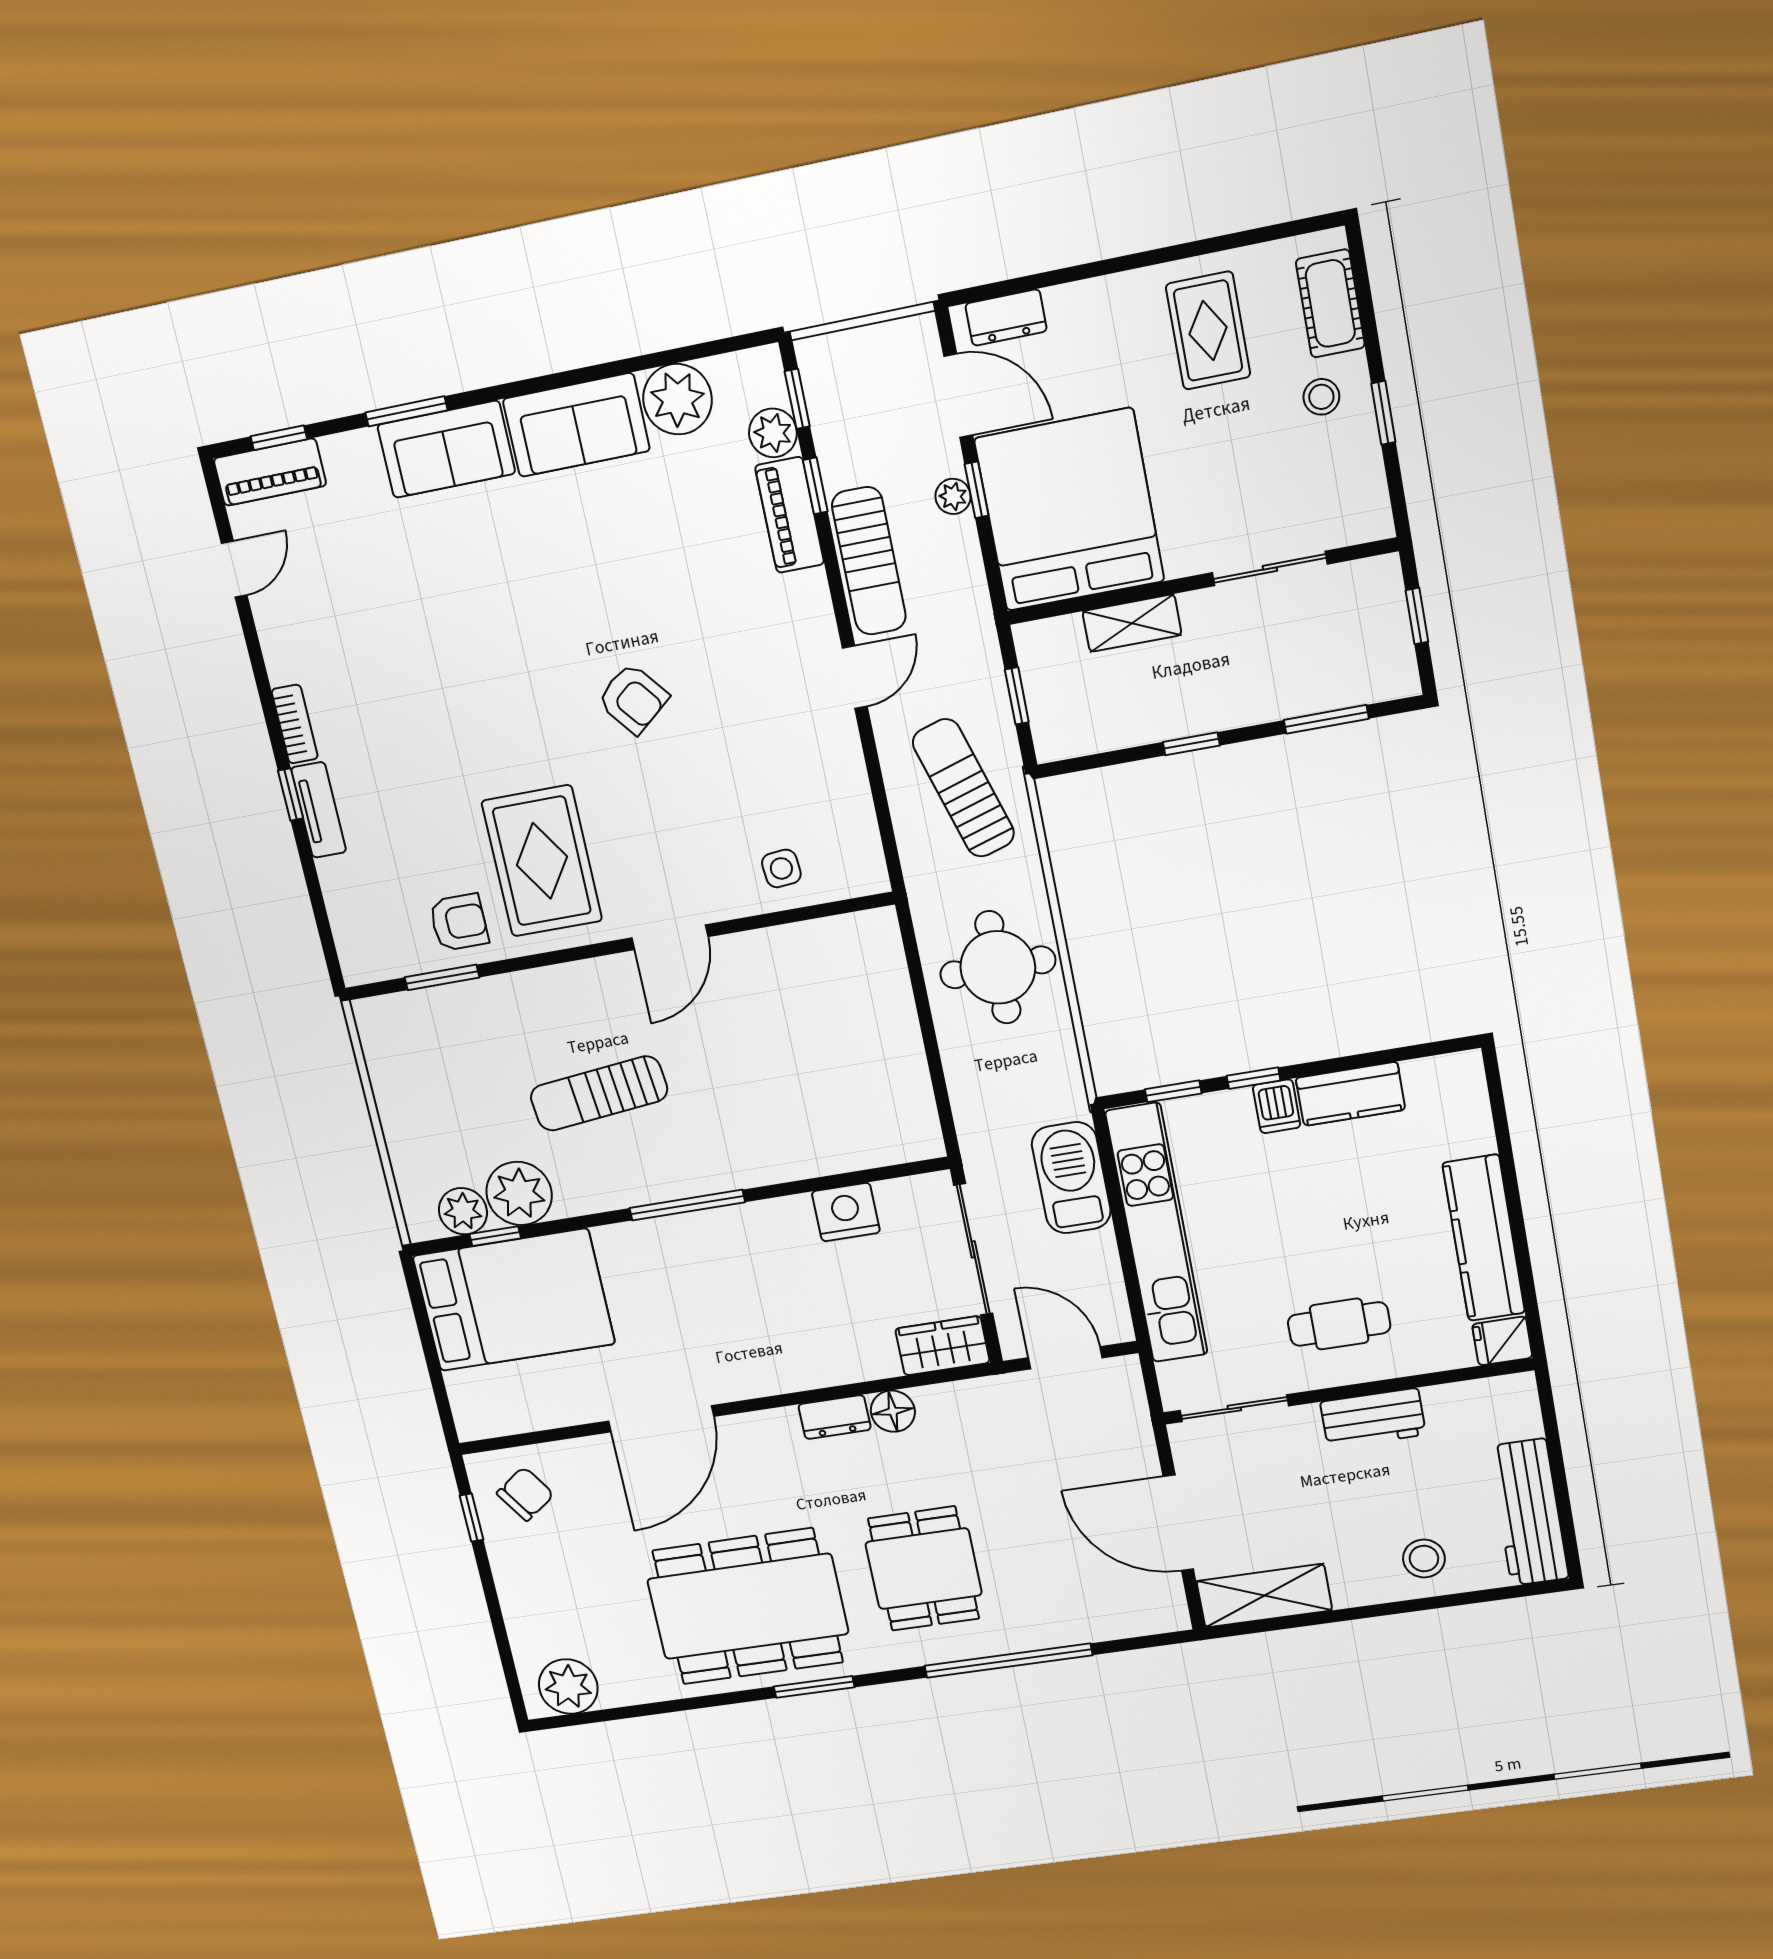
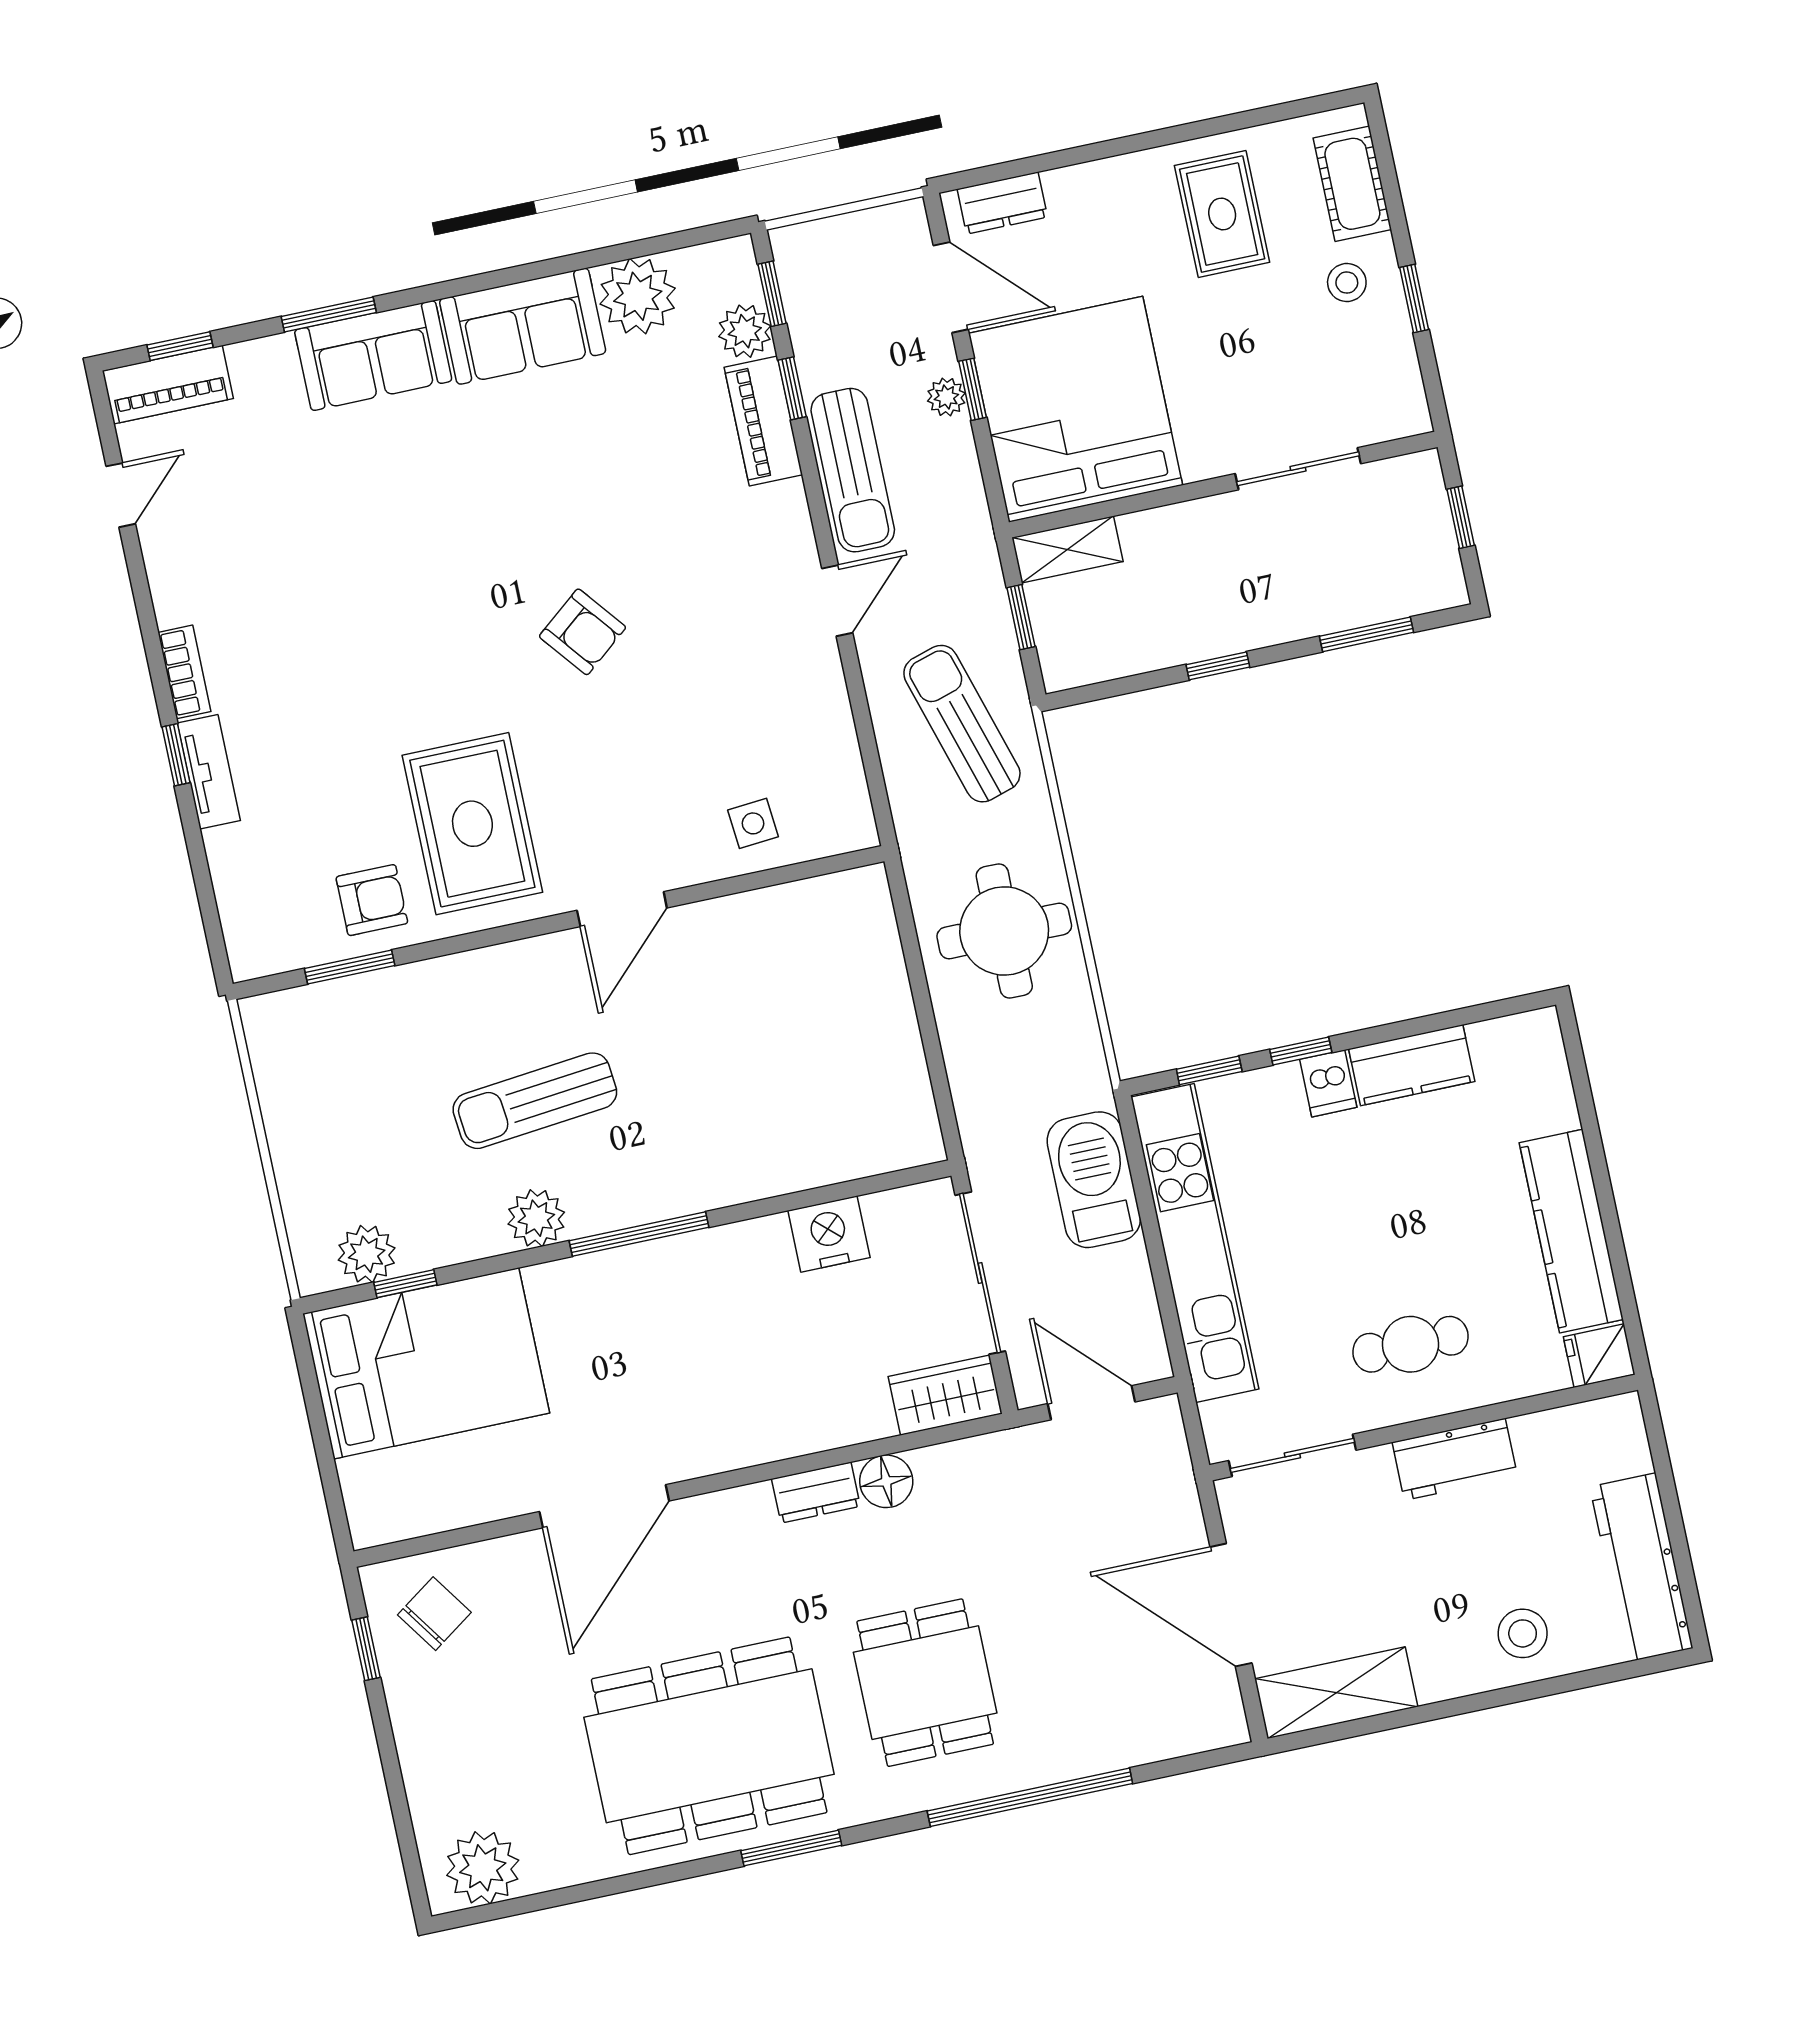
shelving: (1132, 623) -> (1068, 550), moved
plant: (519, 1193) -> (536, 1218), moved, width x0.73, depth x0.73

